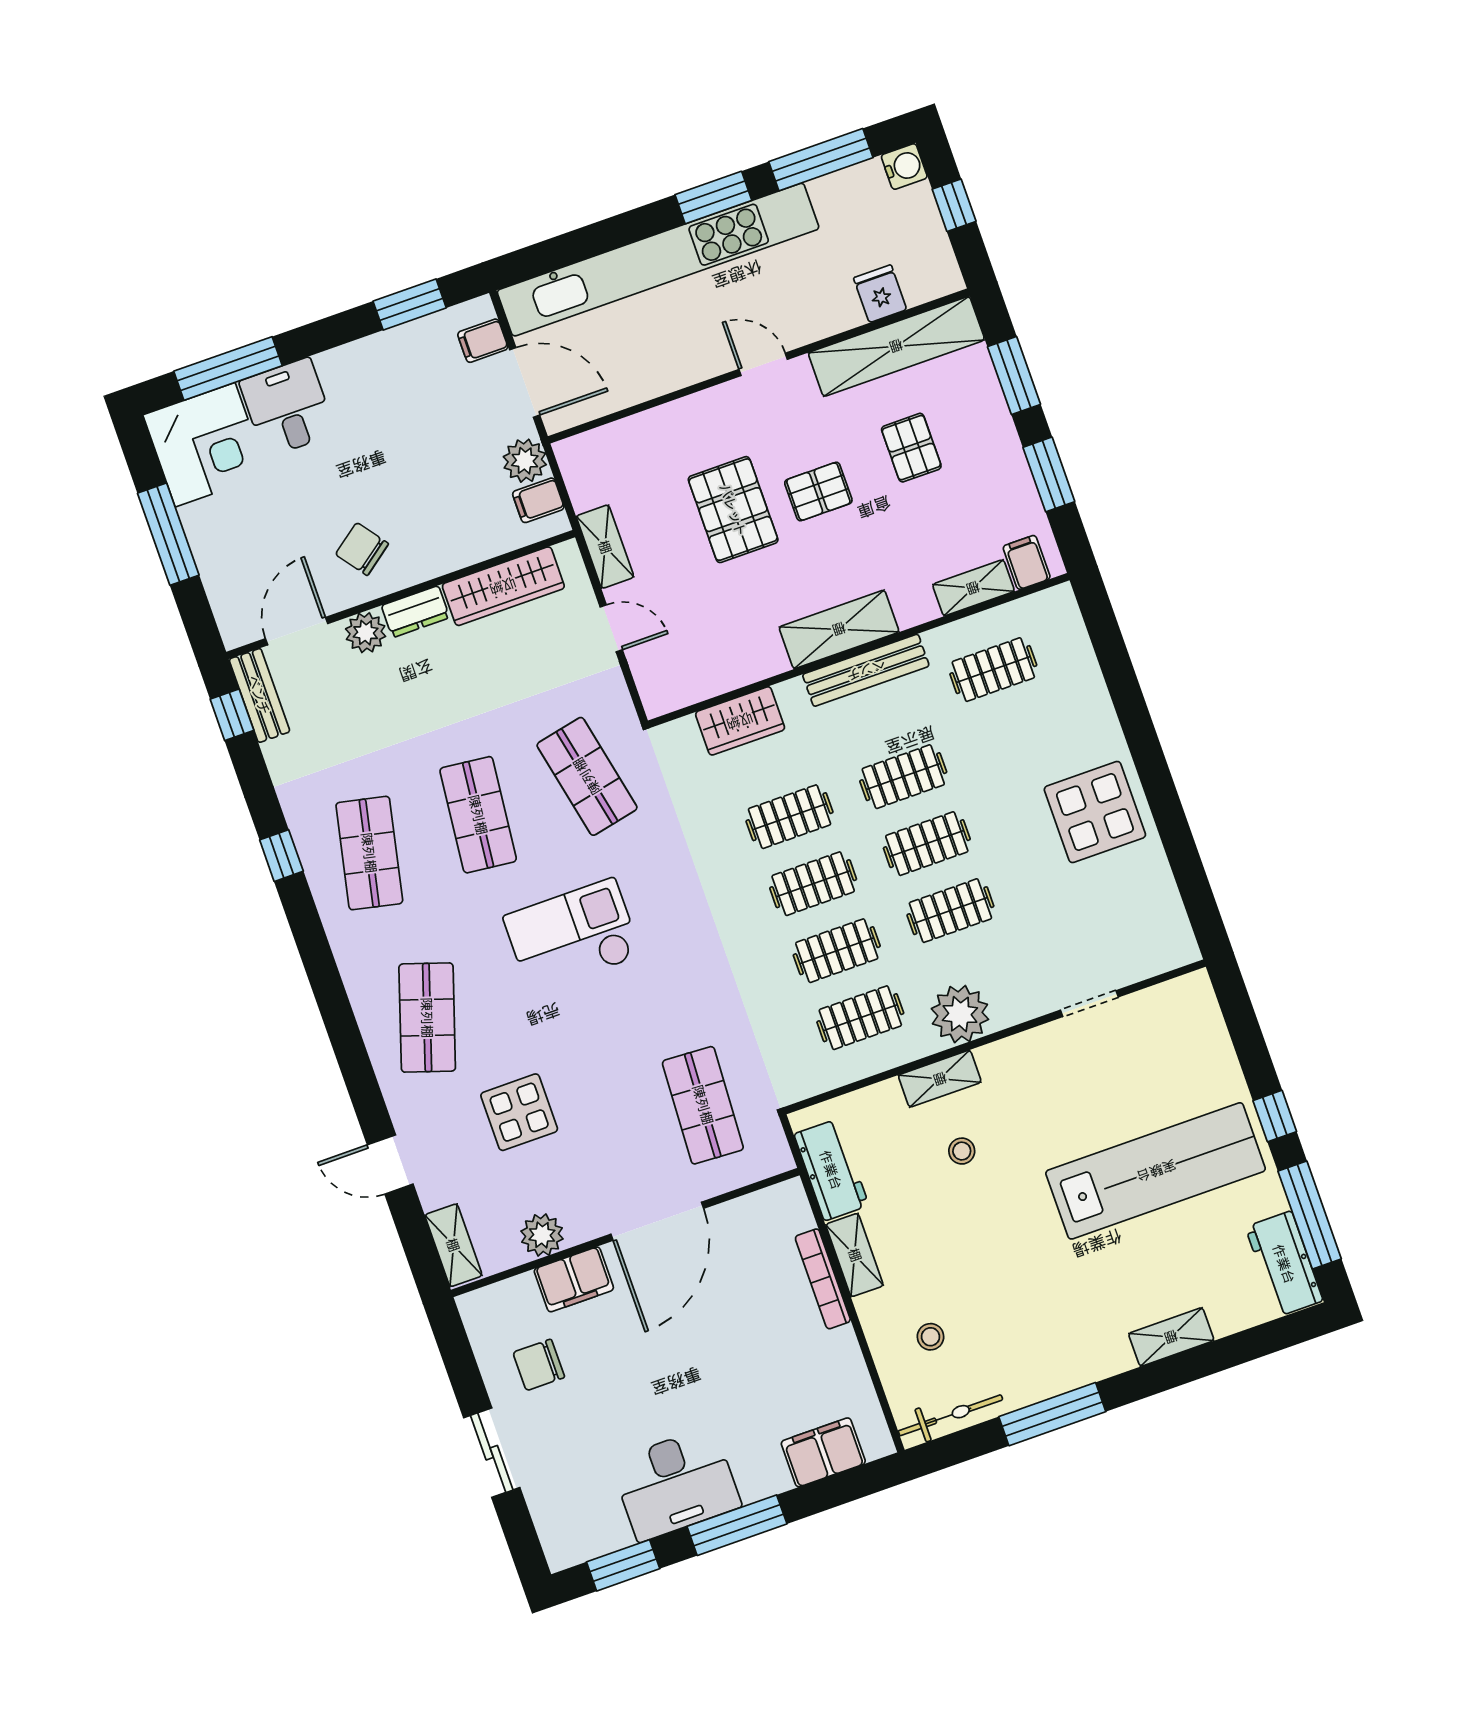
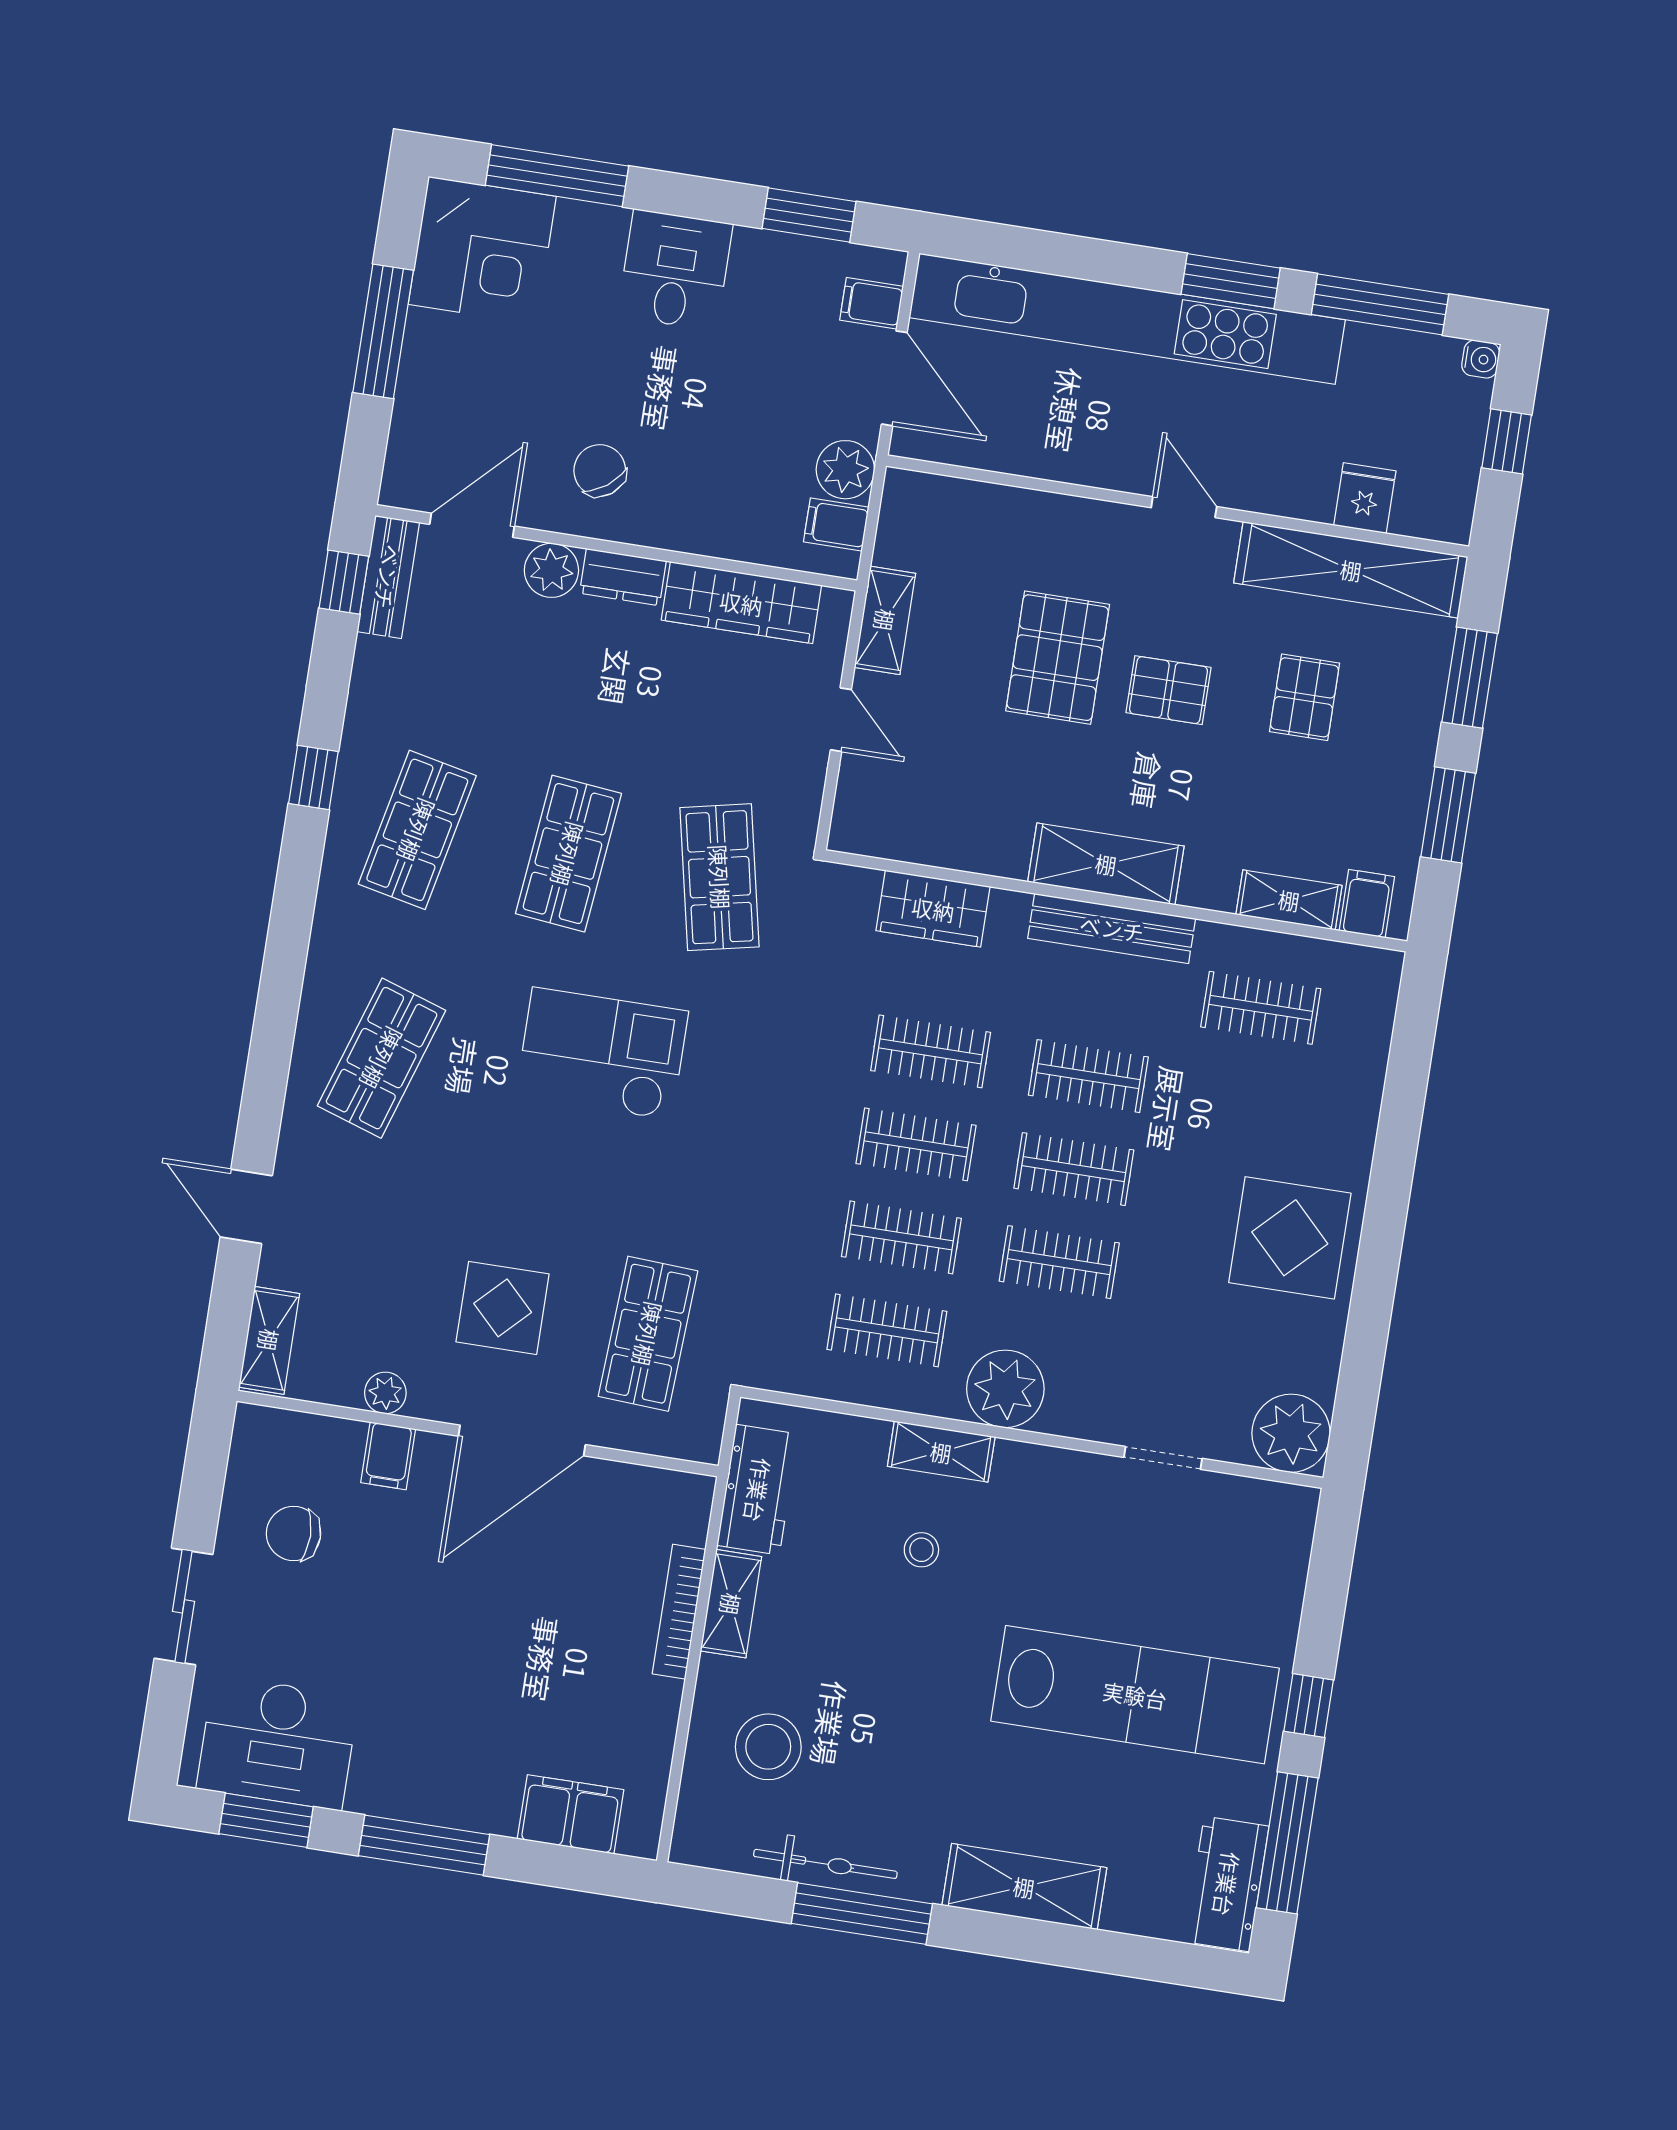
water cooler: (904, 166) -> (1481, 359), width x0.72, depth x0.72
desk: (288, 407) -> (675, 270), moved
plant: (1166, 941) -> (1291, 1433), added
display table: (519, 1112) -> (503, 1308), moved
plant: (542, 1235) -> (385, 1393), width x0.73, depth x0.73
filing cabinet: (574, 1279) -> (388, 1456), width x0.50
stool: (930, 1337) -> (768, 1747), width x1.89, depth x1.89
shelving: (1171, 1337) -> (1024, 1887), width x1.50, depth x1.33
bicycle: (950, 1415) -> (825, 1864), moved
desk: (676, 1484) -> (278, 1743), moved

